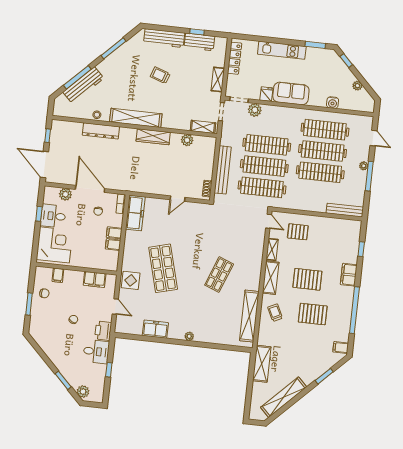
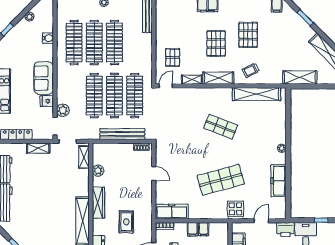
trolley: (160, 75) -> (40, 203), removed
rug: (130, 164) -> (126, 222), added
freezer: (155, 329) -> (279, 181), width x1.40

